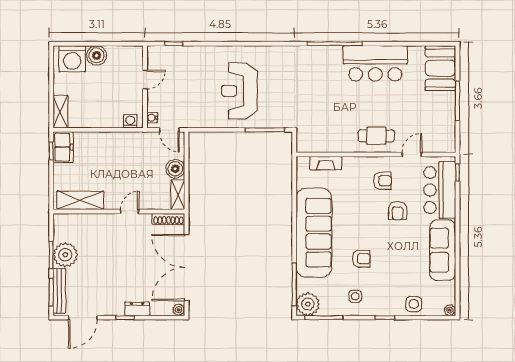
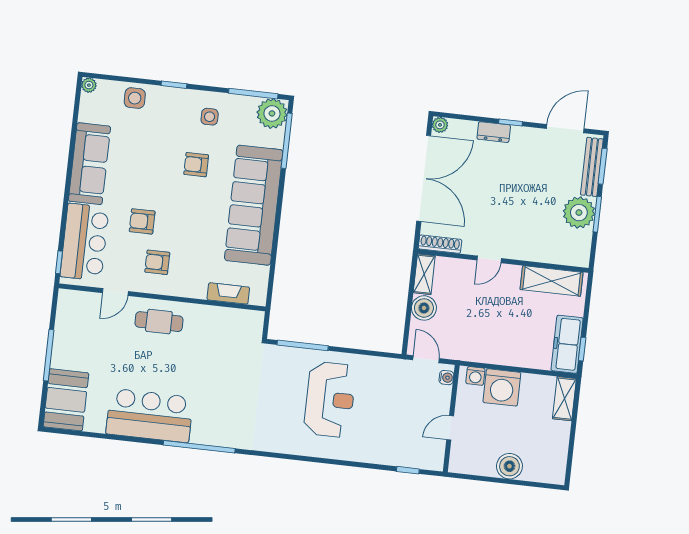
washing machine: (72, 59) -> (502, 387), moved, turned 180
freezer: (63, 147) -> (567, 344), width x1.40
armchair: (398, 211) -> (142, 221), turned -90

